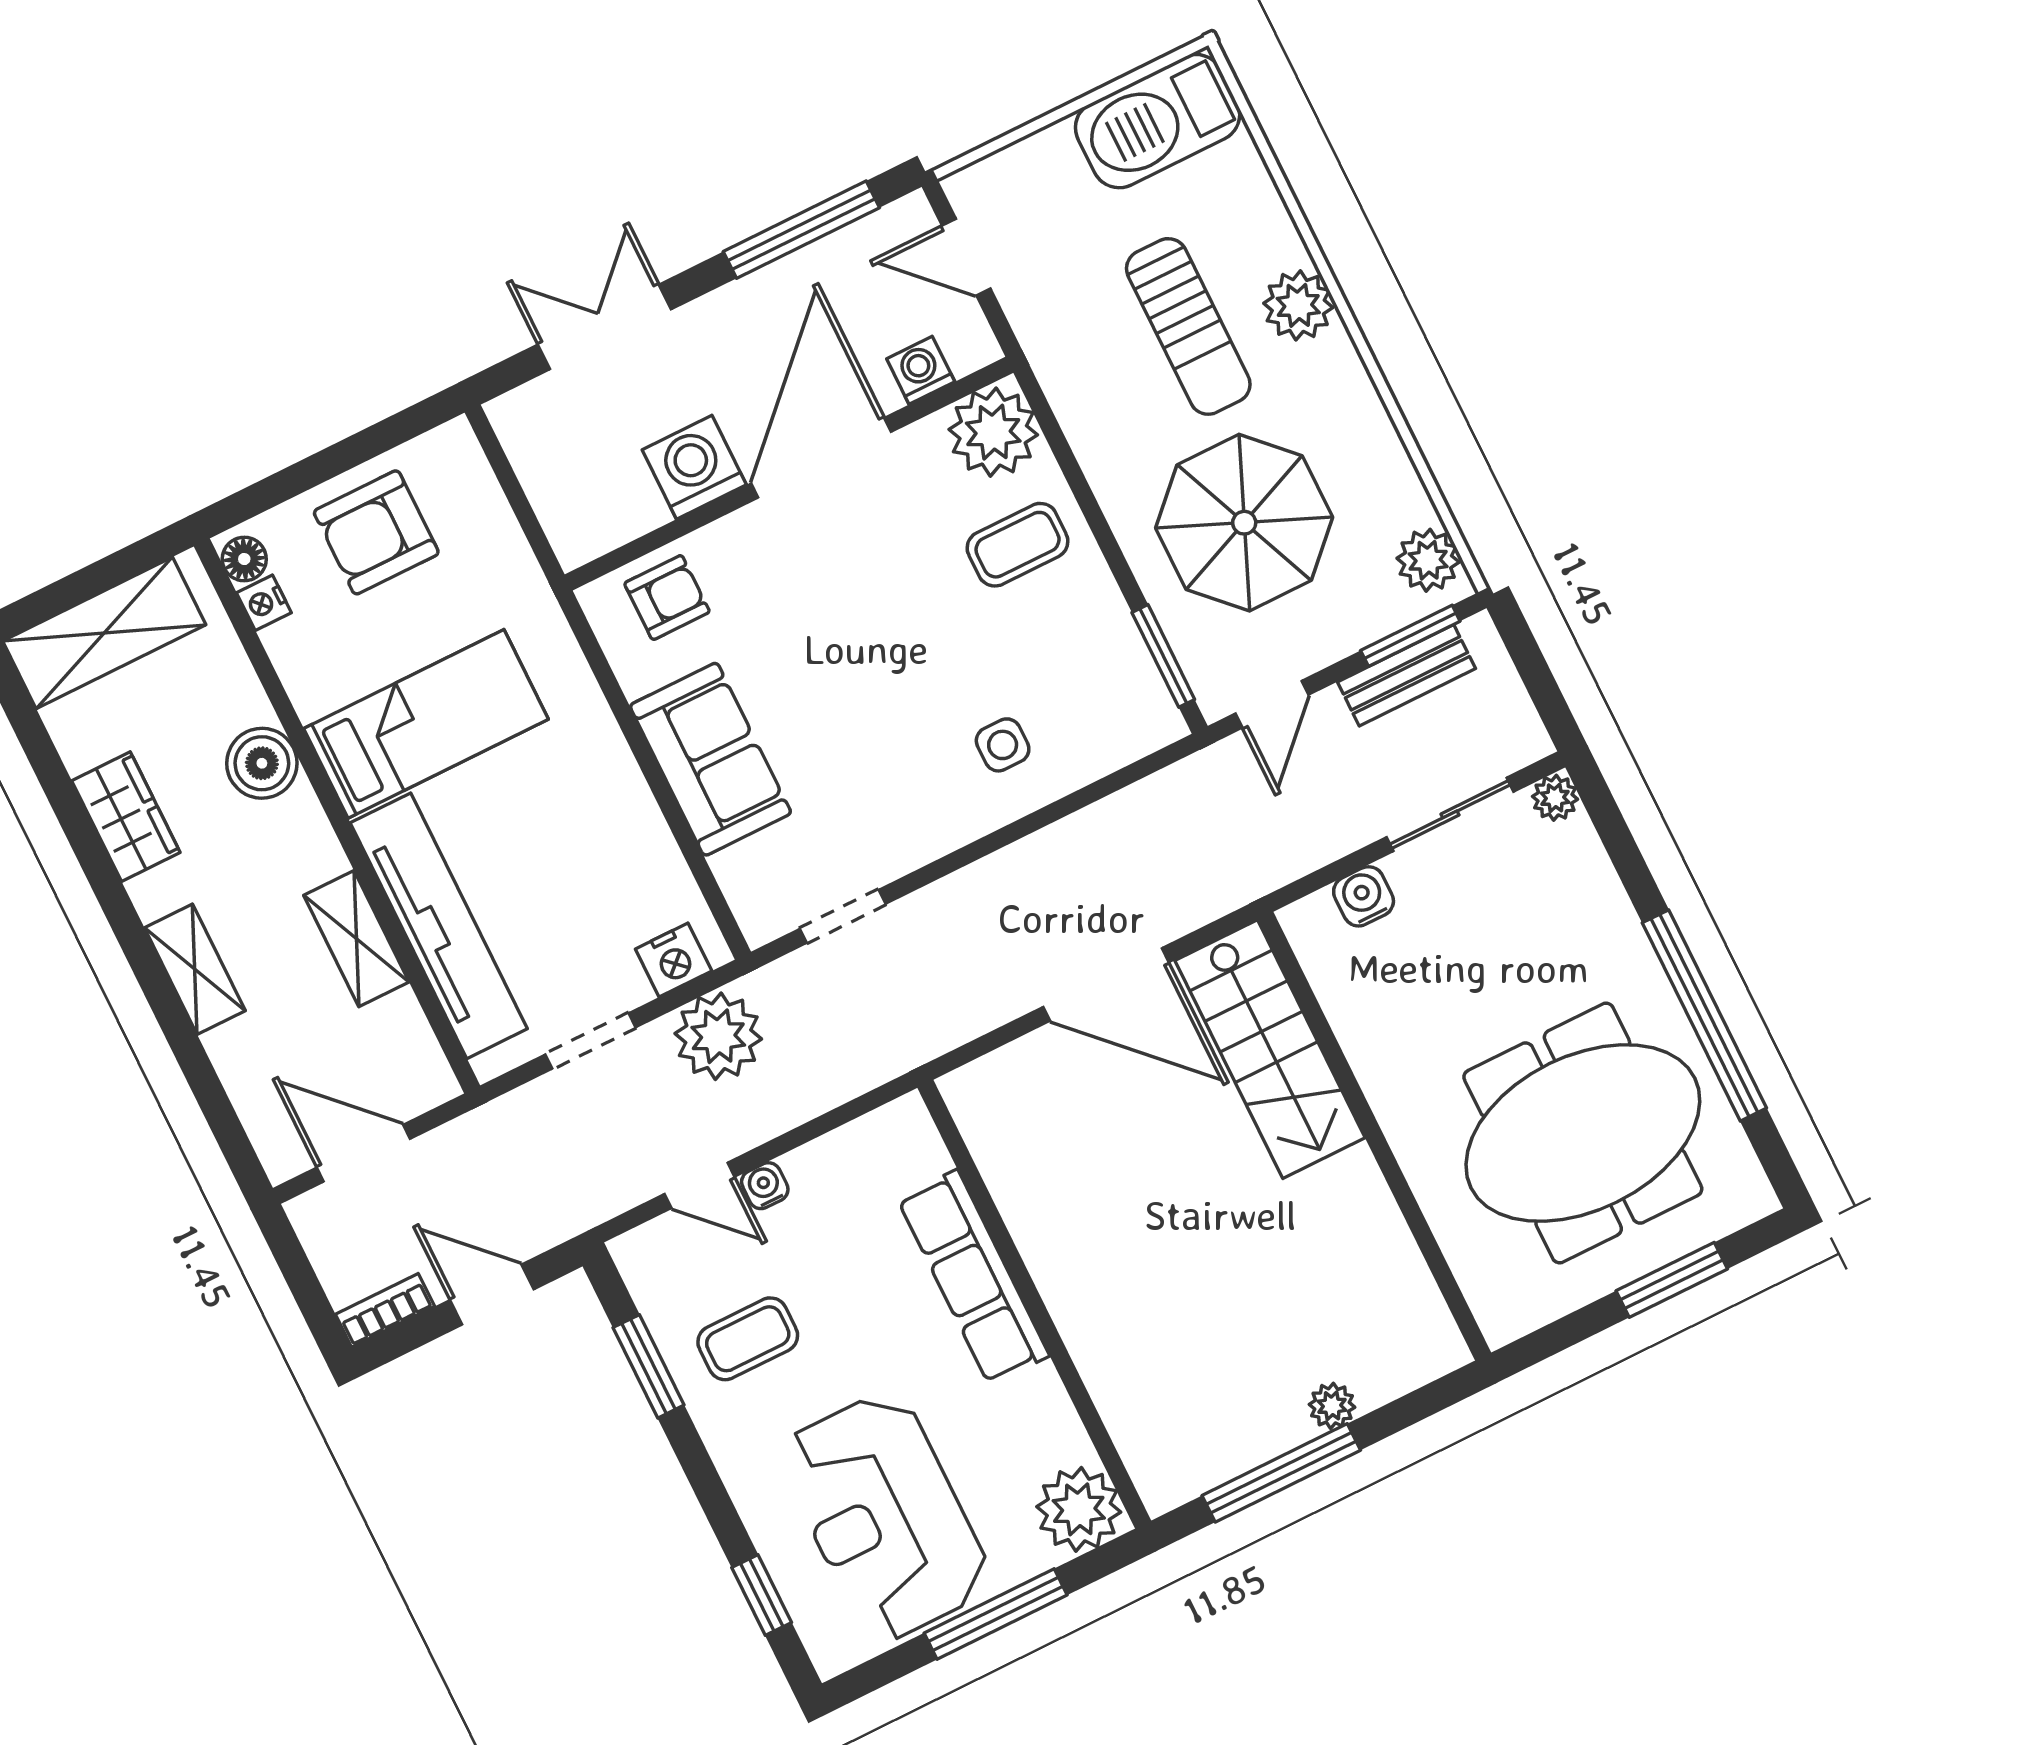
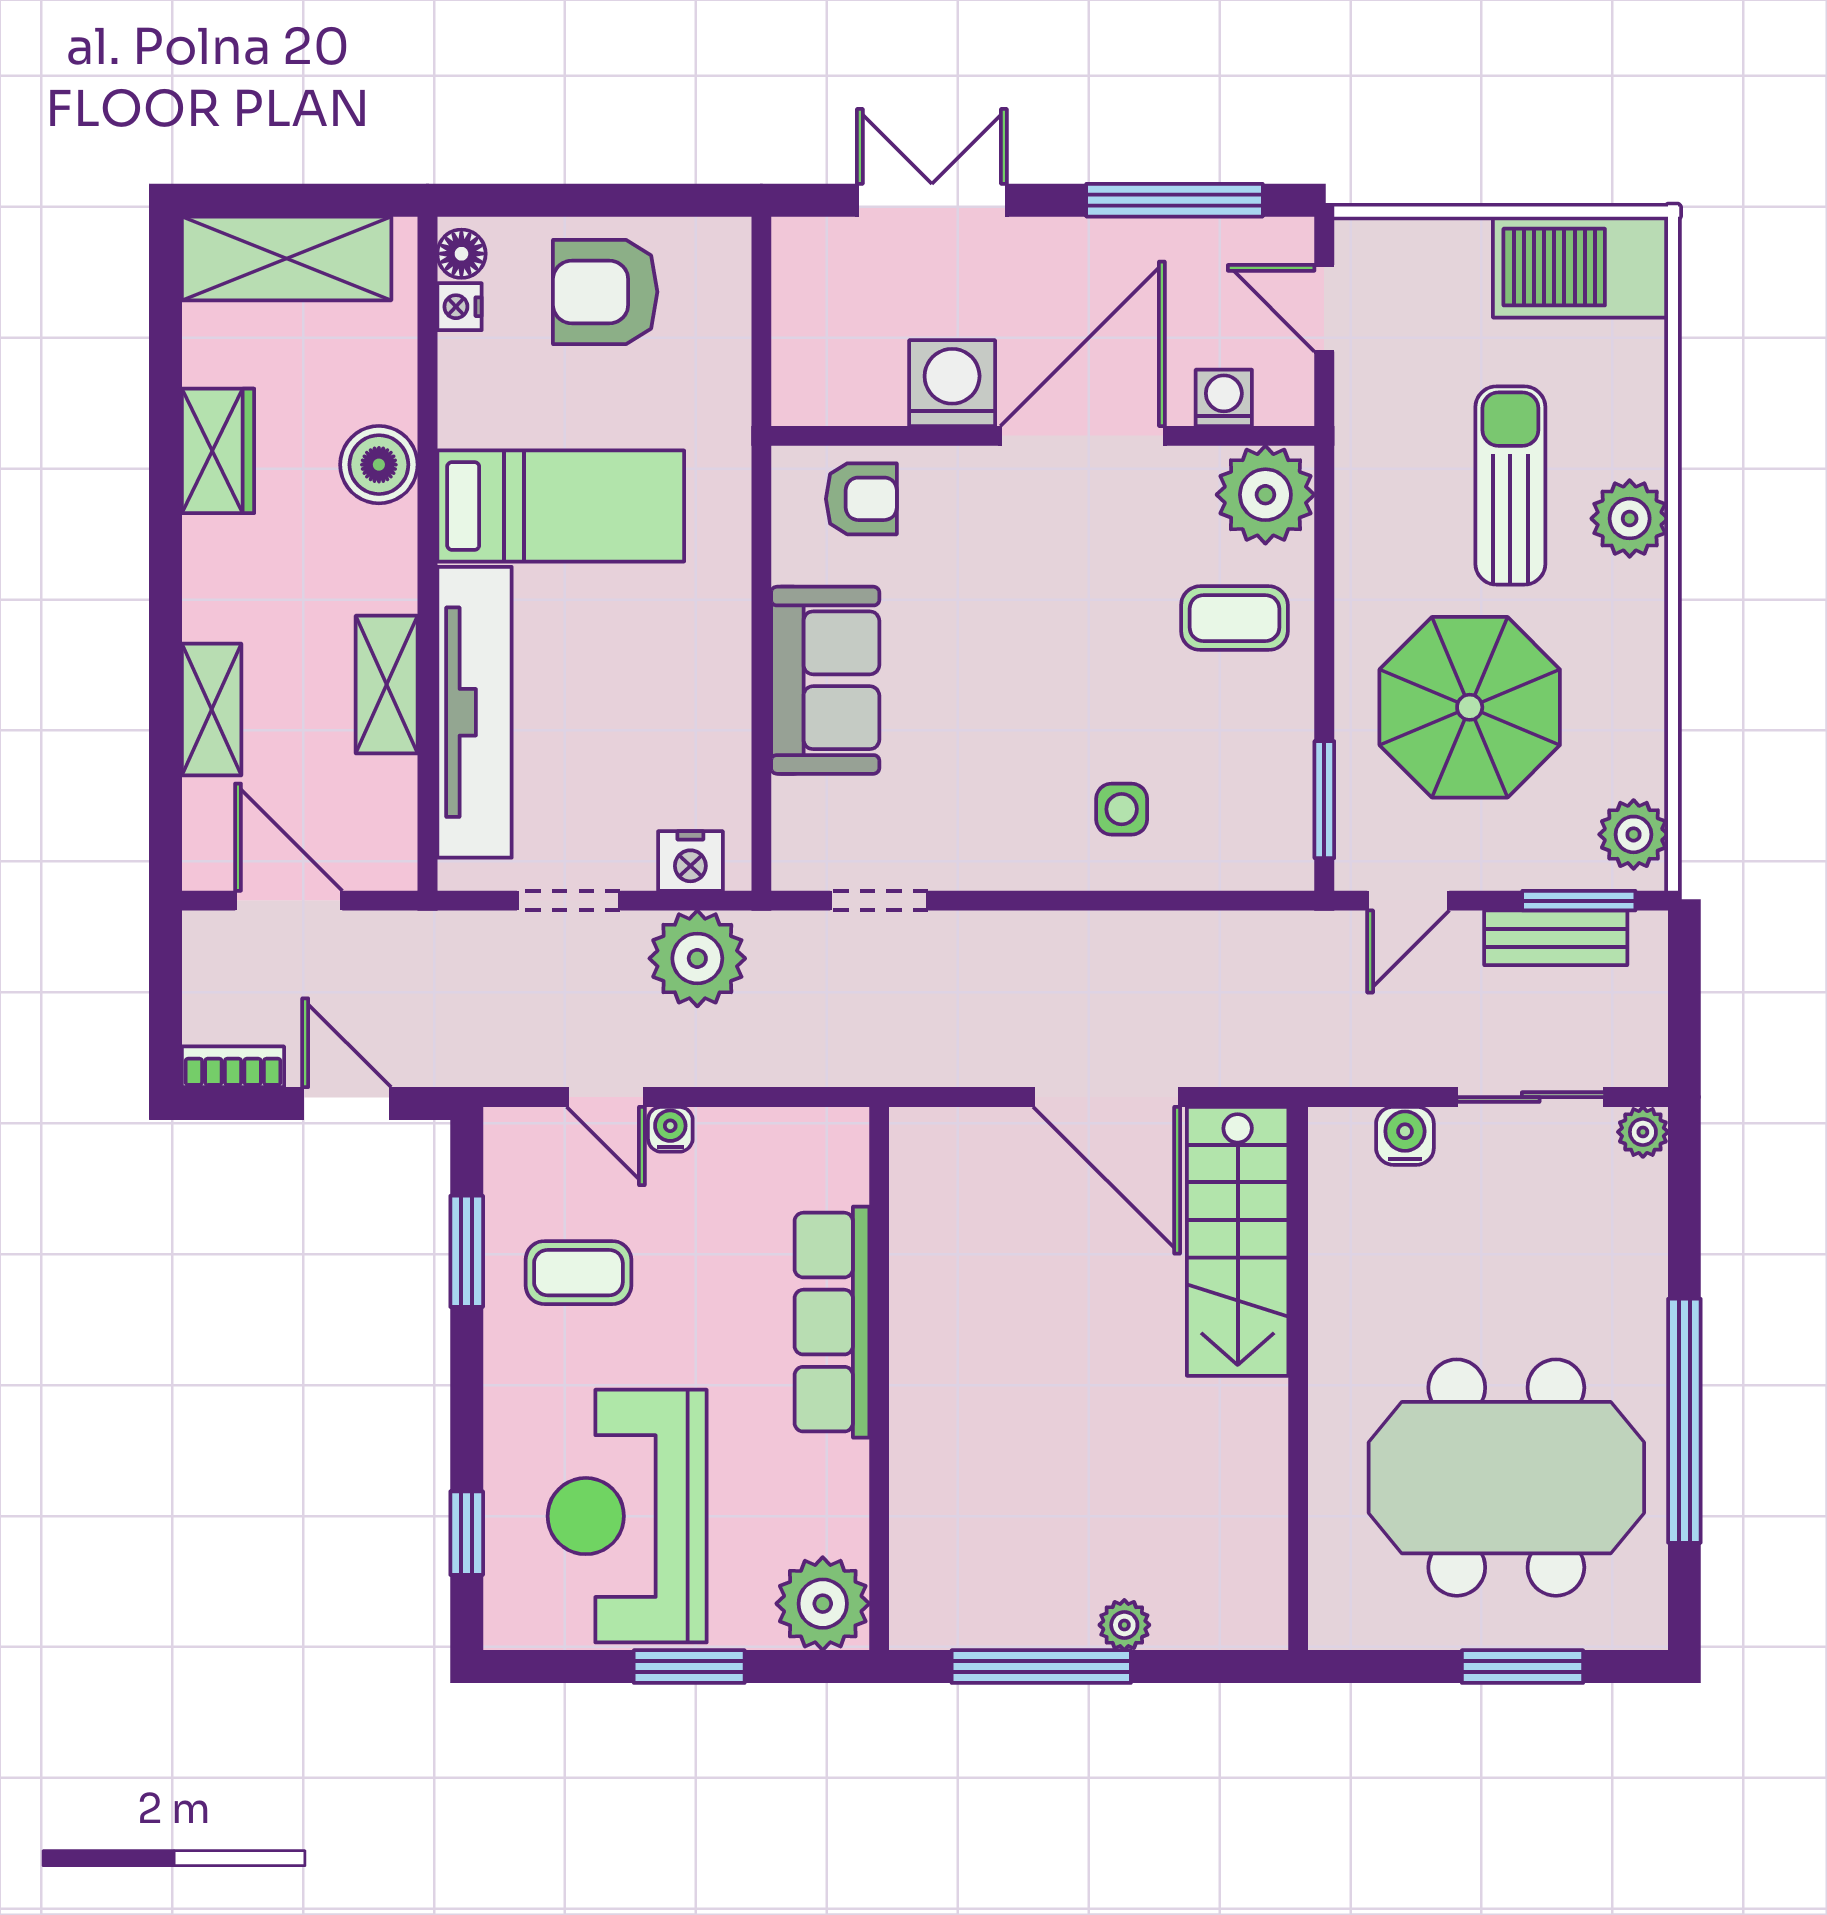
sun lounger: (1188, 326) -> (1510, 486), turned 180
shelving: (195, 969) -> (212, 709), moved
window: (996, 1614) -> (689, 1667), width x0.69

